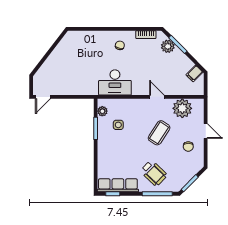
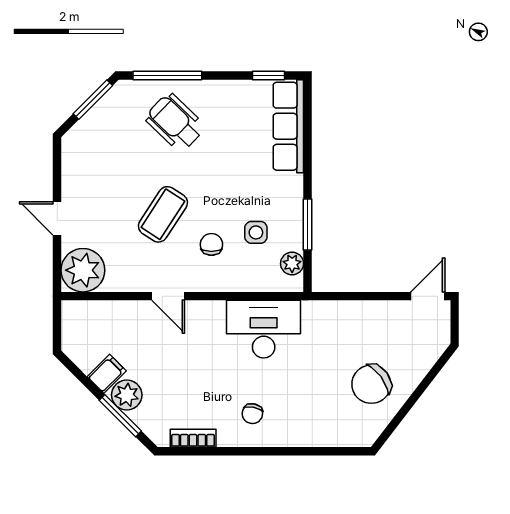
plant: (168, 46) -> (127, 395), moved
chair: (68, 58) -> (371, 384), added
filing cabinet: (194, 74) -> (107, 374), moved
plant: (182, 108) -> (83, 270), moved
chair: (188, 147) -> (211, 244), moved
row of seats: (118, 185) -> (288, 126), moved, turned 90

